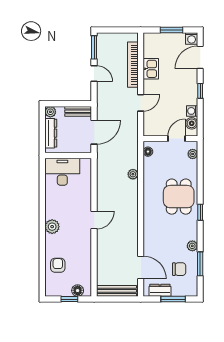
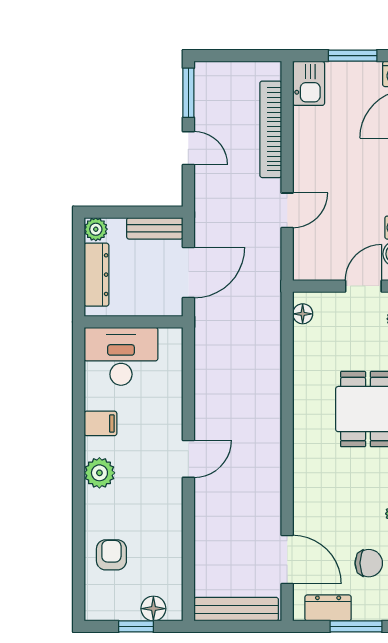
kitchen sink: (151, 69) -> (309, 83), moved
plant: (133, 174) -> (271, 362), removed
filing cabinet: (53, 203) -> (100, 423), added

